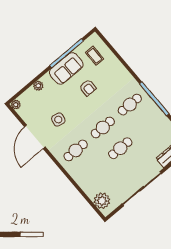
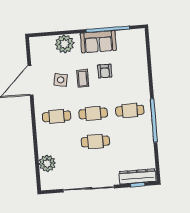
coffee table: (95, 56) -> (83, 78), moved
plant: (38, 86) -> (65, 44), width x1.87, depth x1.87
plant: (16, 105) -> (34, 42), removed
plant: (102, 201) -> (47, 163), moved

